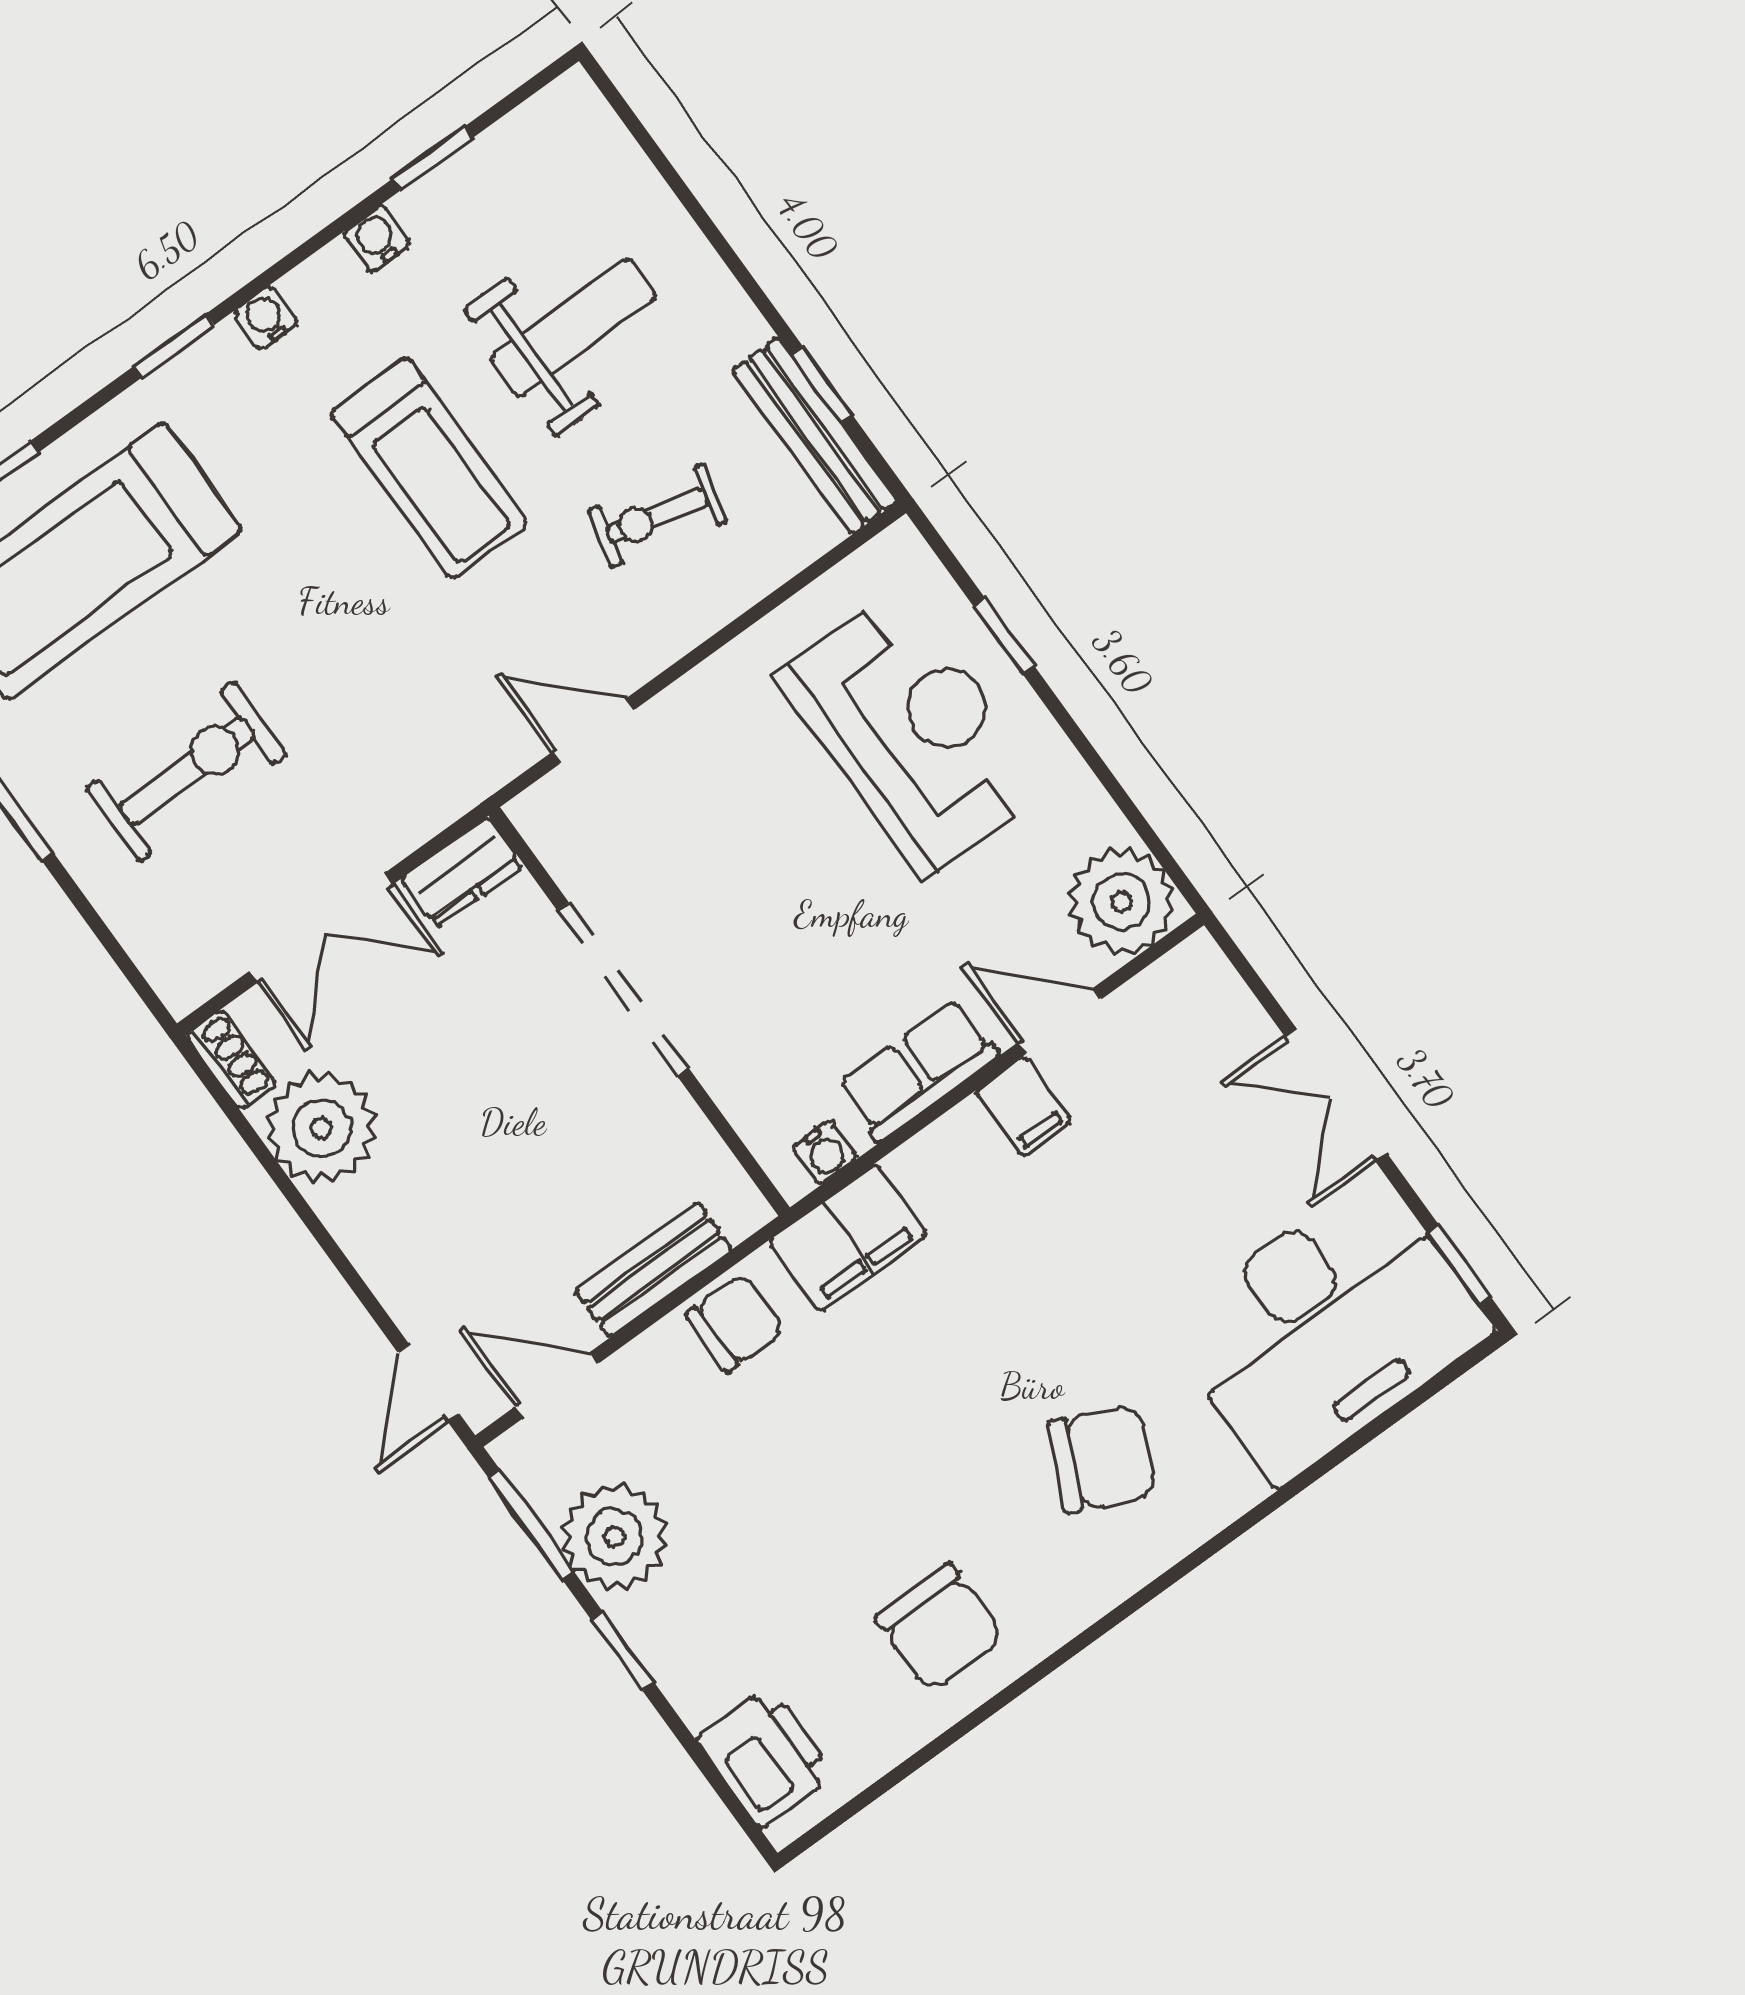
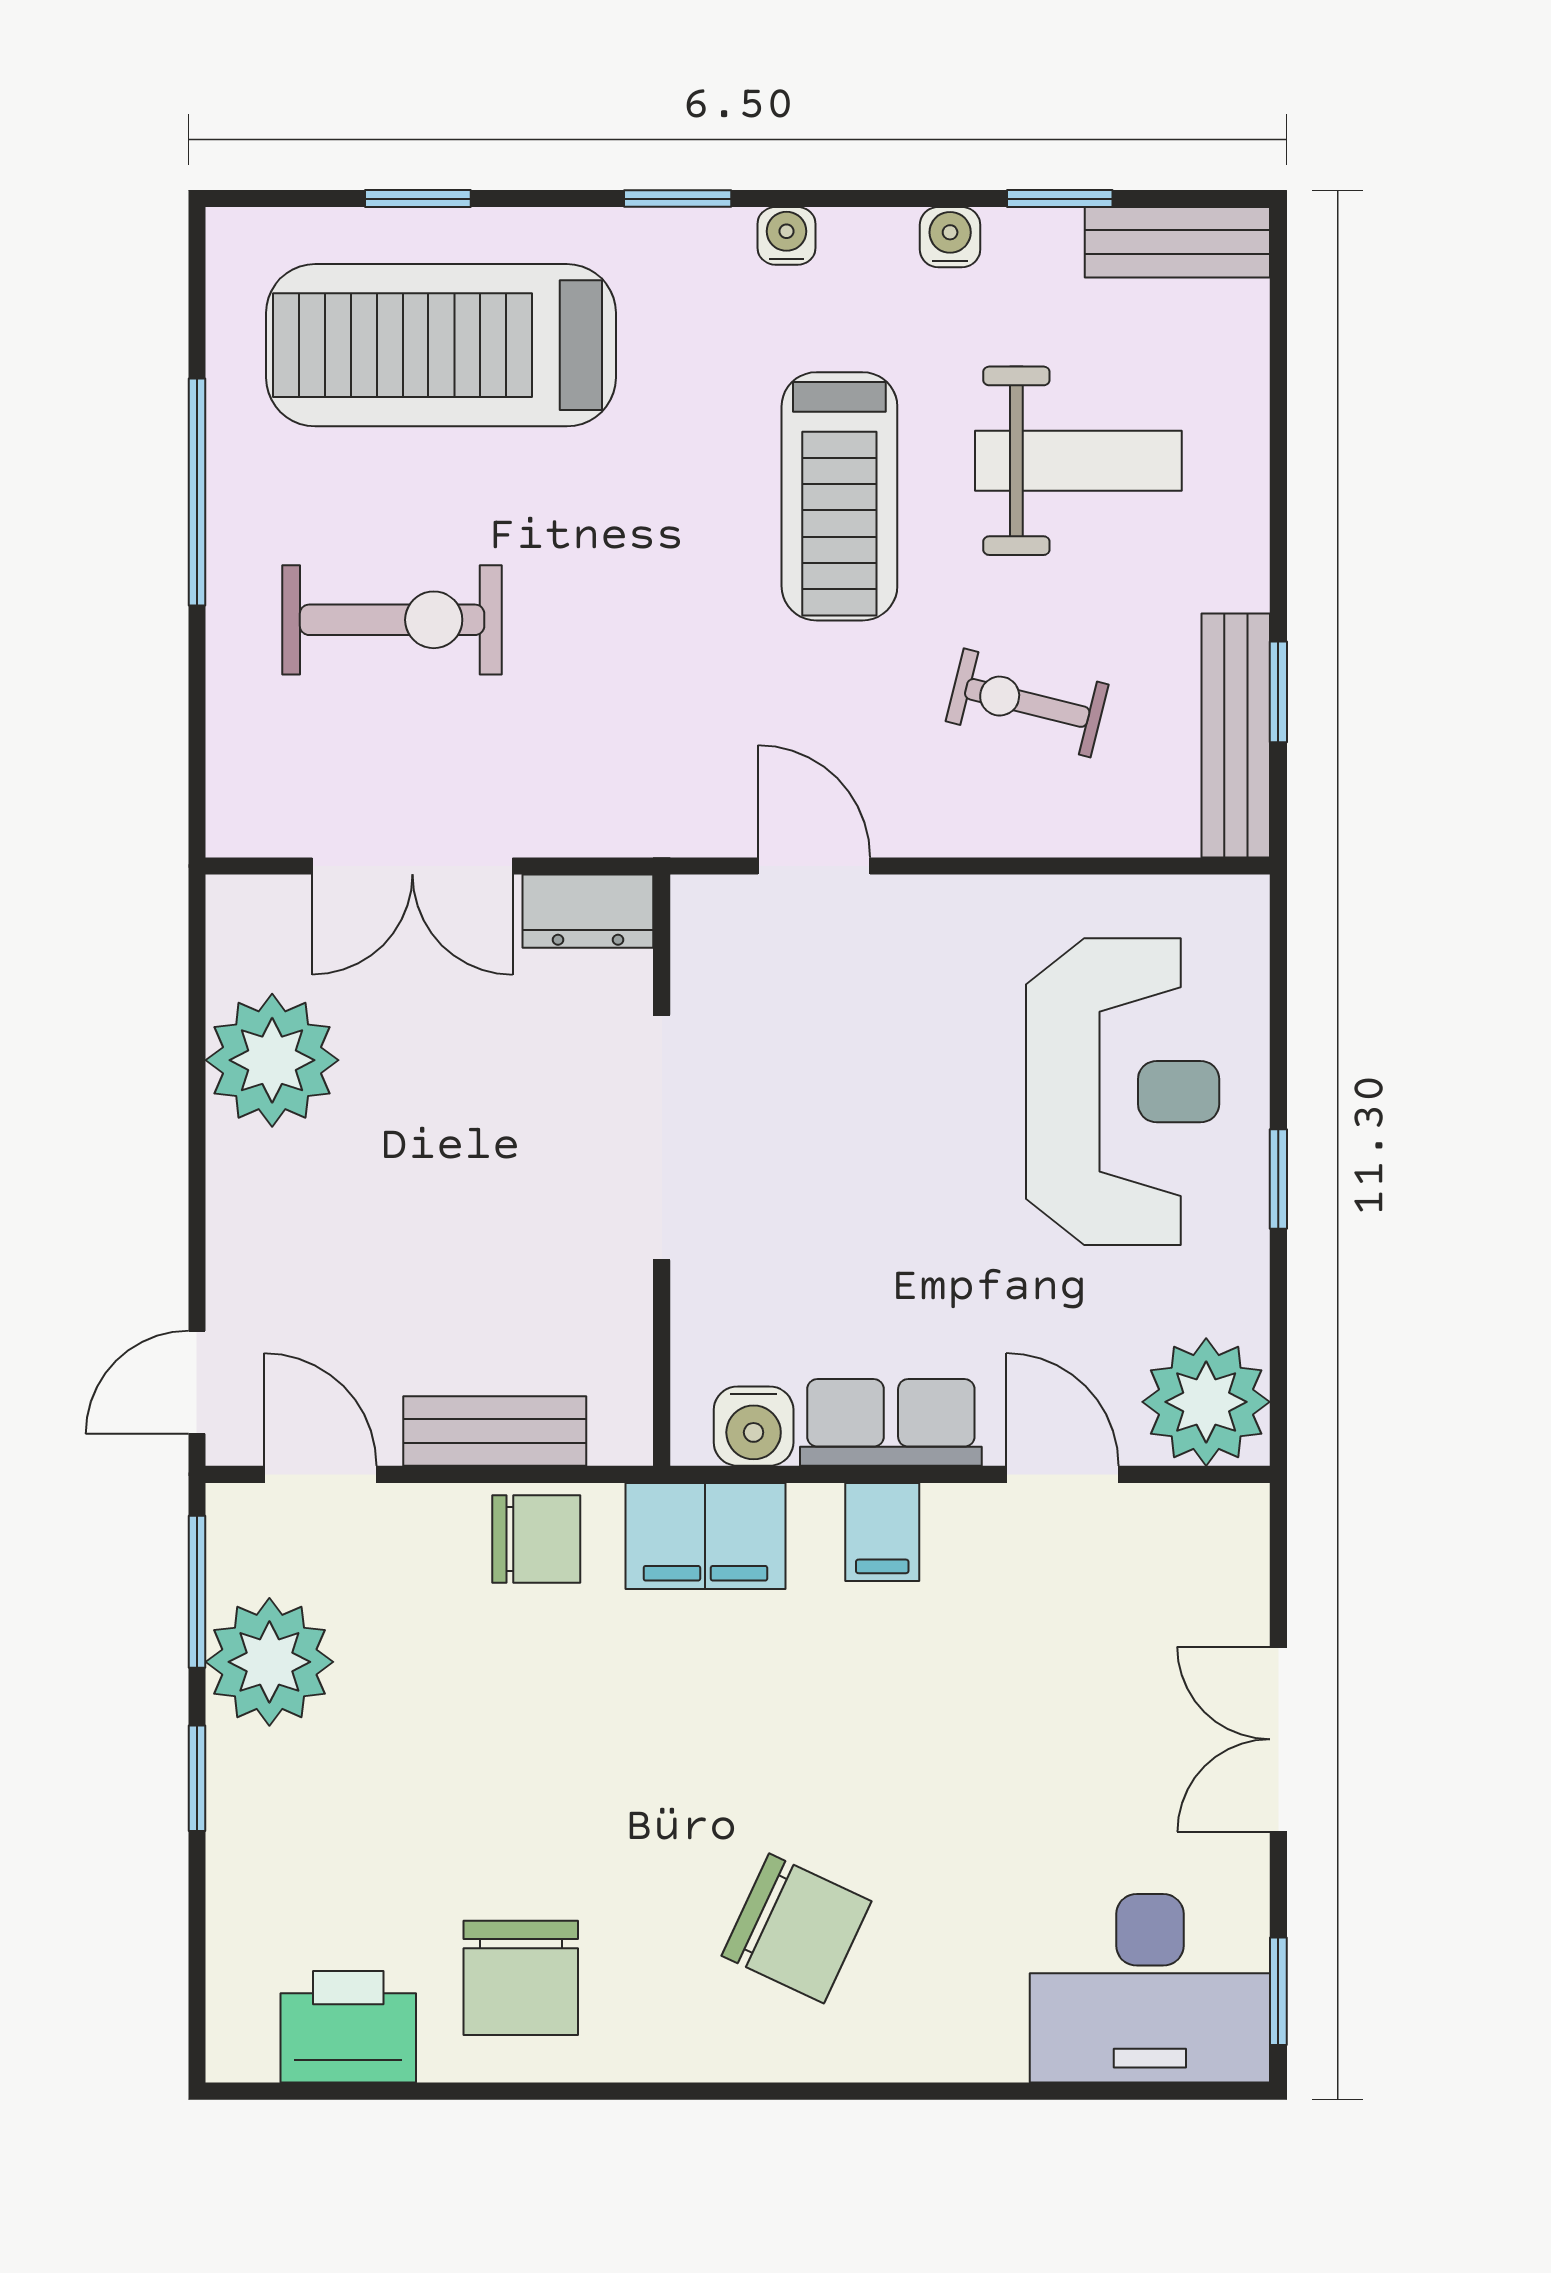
bench: (534, 130) -> (1177, 242), added
window: (1004, 636) -> (1278, 1179), moved
shoe rack: (231, 1060) -> (233, 931), removed
filing cabinet: (1024, 1107) -> (882, 1532), moved
water cooler: (825, 1153) -> (754, 1426), width x1.38, depth x1.38
desk: (1327, 1328) -> (1150, 1988), width x0.73, depth x0.77
printer: (766, 1757) -> (348, 2027), moved, turned -90

